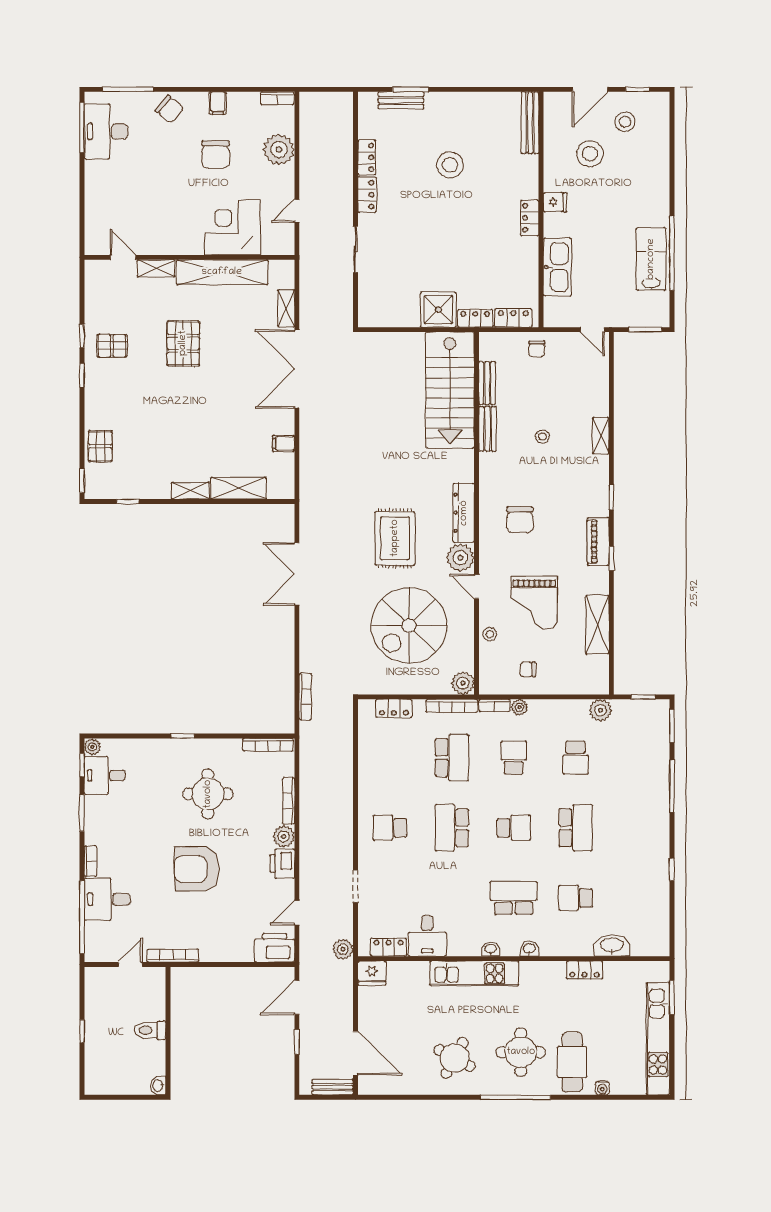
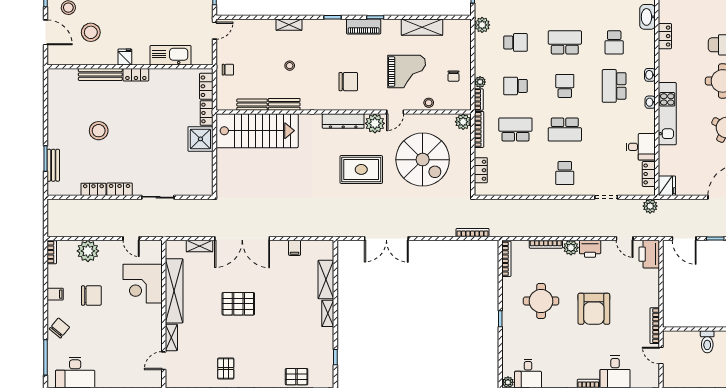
bench: (530, 123) -> (100, 74), moved
pallet: (183, 343) -> (238, 304), moved

